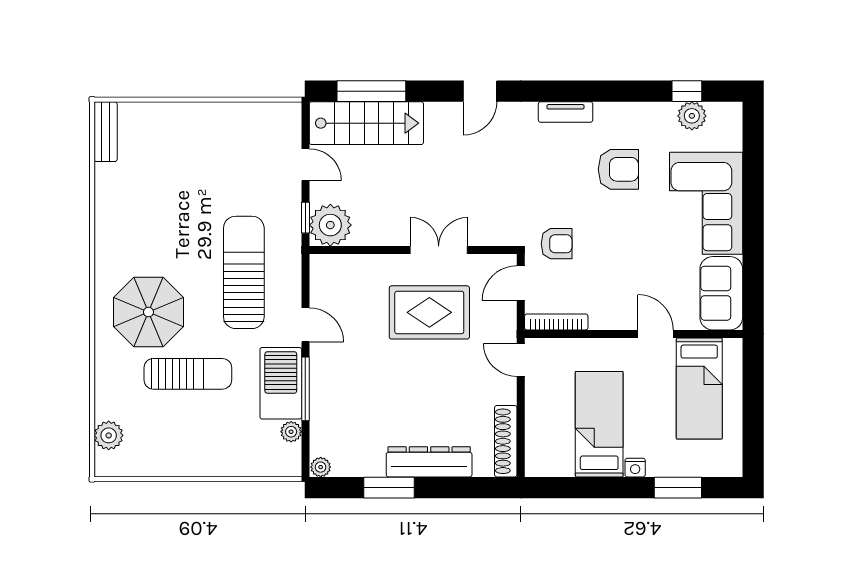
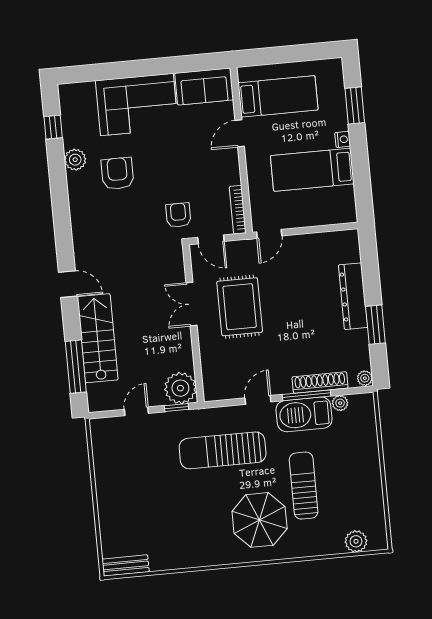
tv unit: (566, 112) -> (78, 218), removed
plant: (692, 116) -> (75, 160), moved
stairs: (366, 123) -> (98, 338), moved
shoe rack: (506, 441) -> (320, 383), moved, turned 180

